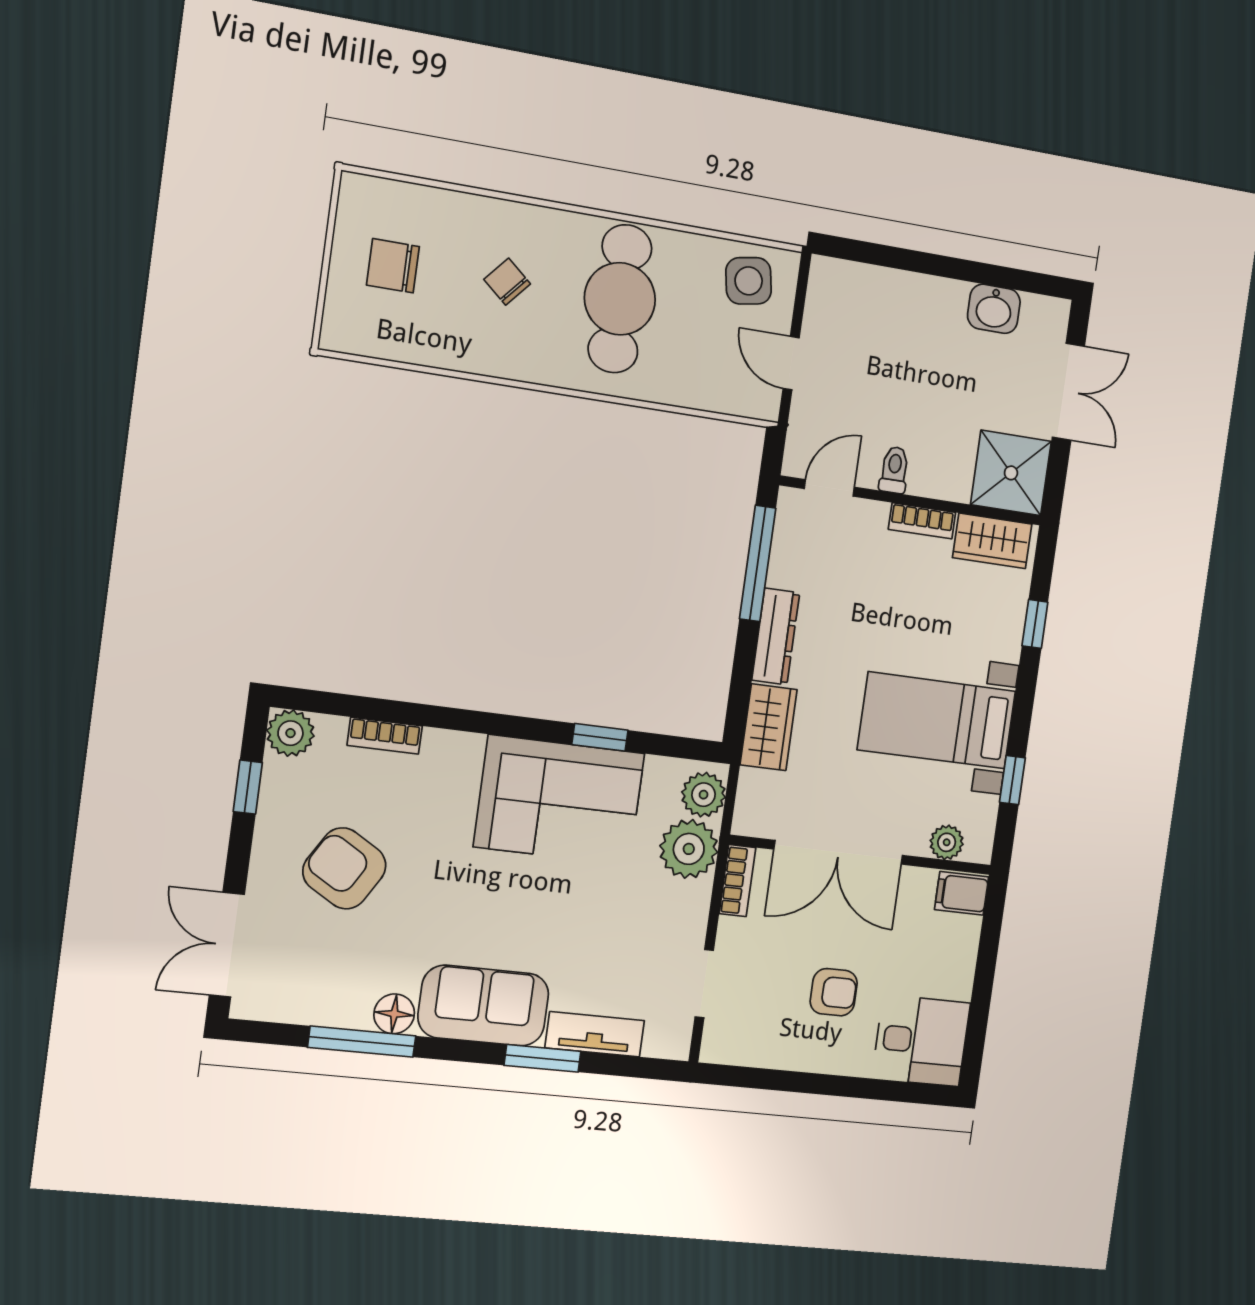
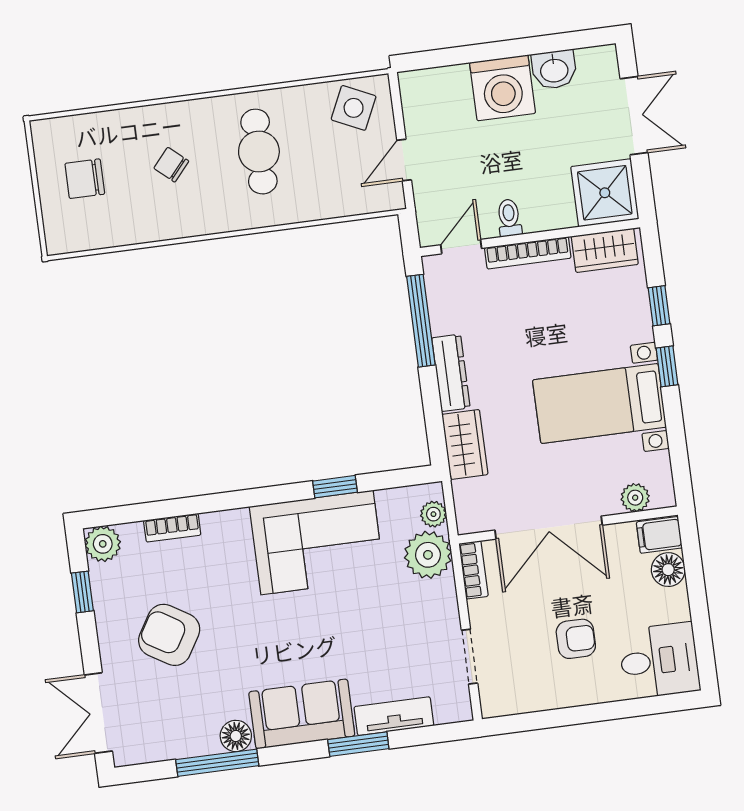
side table: (749, 281) -> (354, 108), turned 35
cafe table: (620, 299) -> (259, 152), width x0.73, depth x0.74
washing machine: (929, 312) -> (503, 88), added
door: (791, 363) -> (404, 160), hinge flipped
bookcase: (922, 521) -> (528, 253), width x1.56
window: (1012, 780) -> (667, 366), moved
plant: (704, 795) -> (433, 514), width x0.73, depth x0.73
floor lamp: (960, 936) -> (668, 570), added

